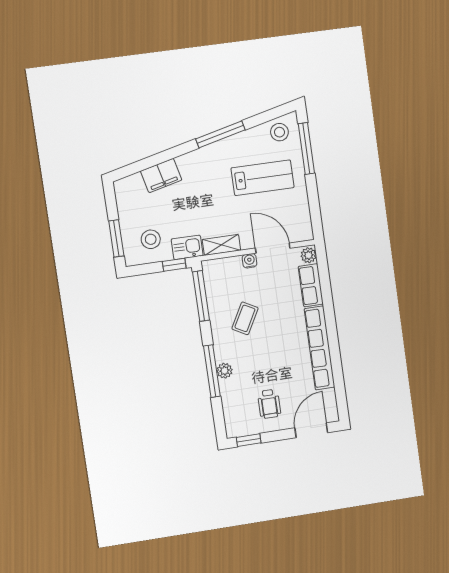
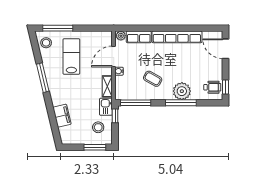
plant: (225, 371) -> (182, 91), width x1.88, depth x1.88
wheelchair: (269, 404) -> (212, 87), moved

